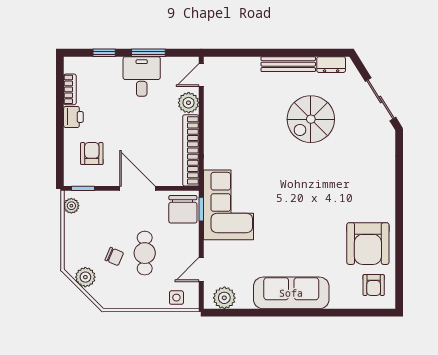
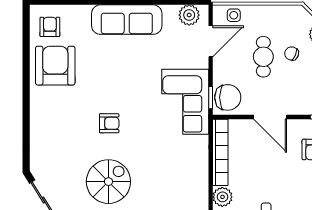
armchair: (310, 182) -> (109, 123), added
chair: (183, 209) -> (228, 97), turned 90
door: (201, 269) -> (211, 41), width x1.38

